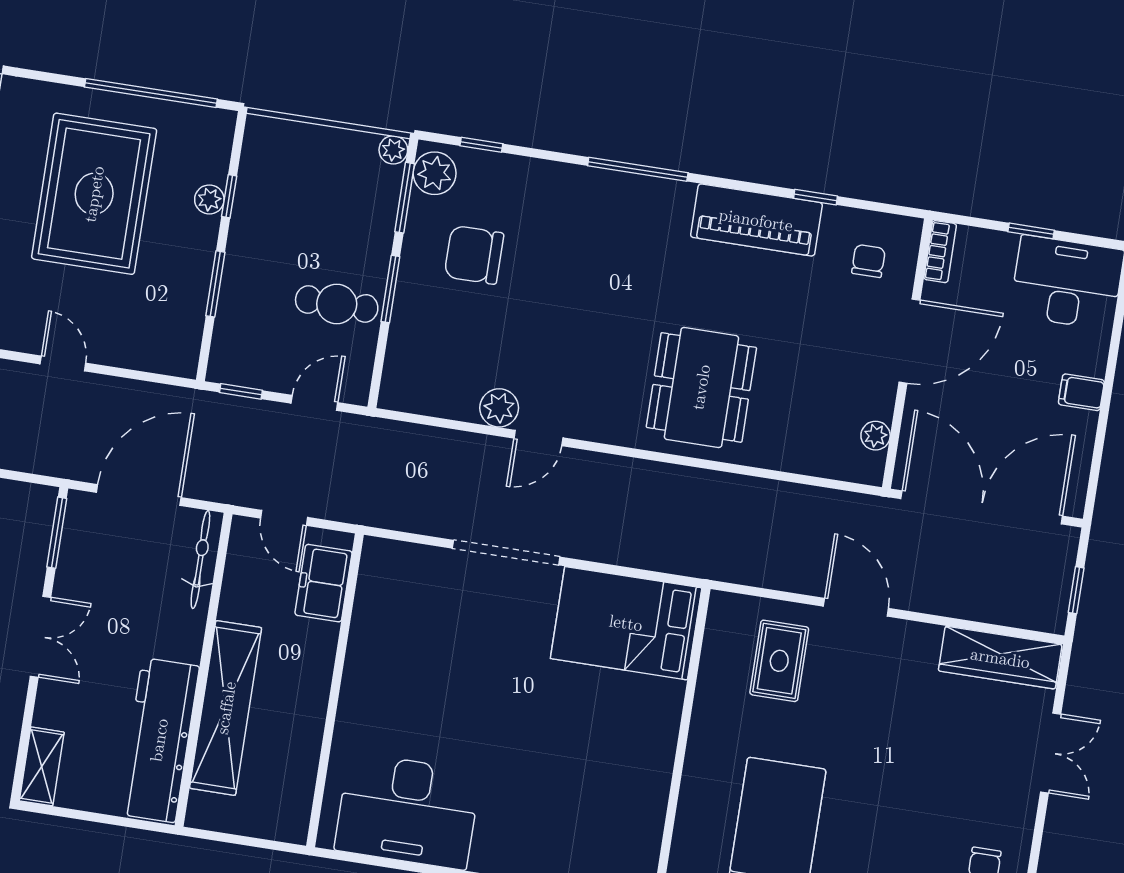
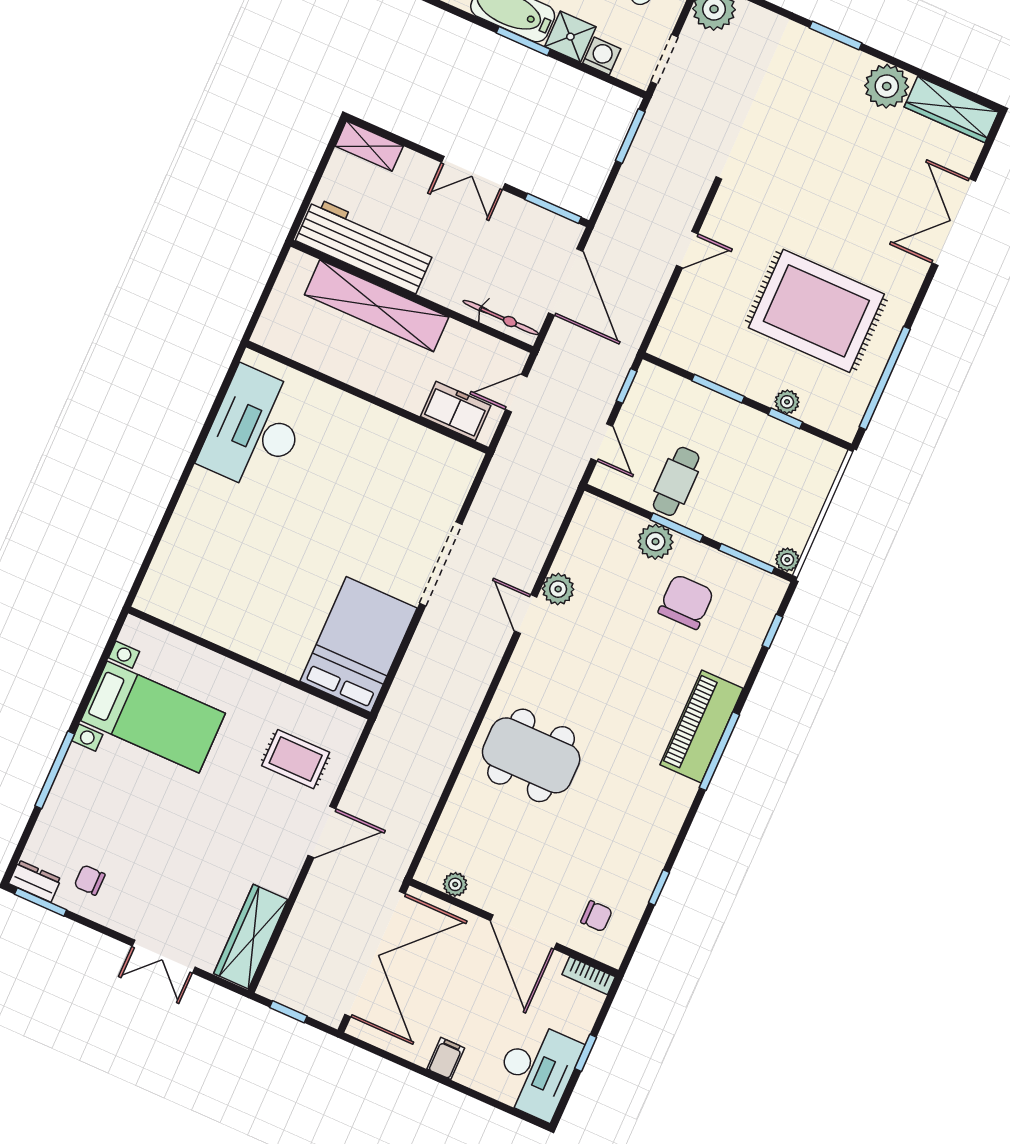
plant: (435, 173) -> (655, 542), moved
piano: (756, 220) -> (702, 727), moved

